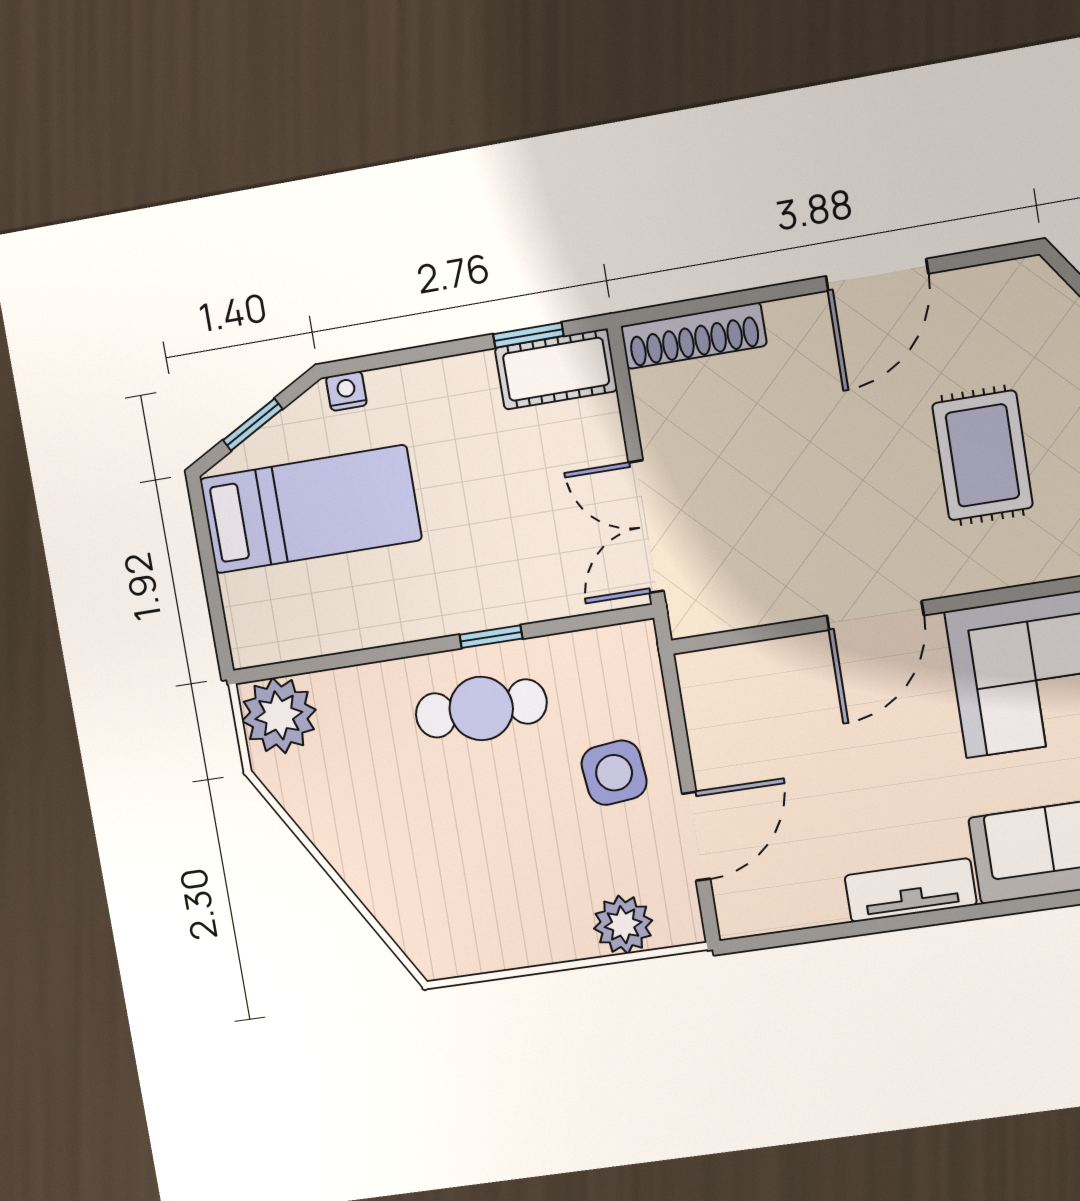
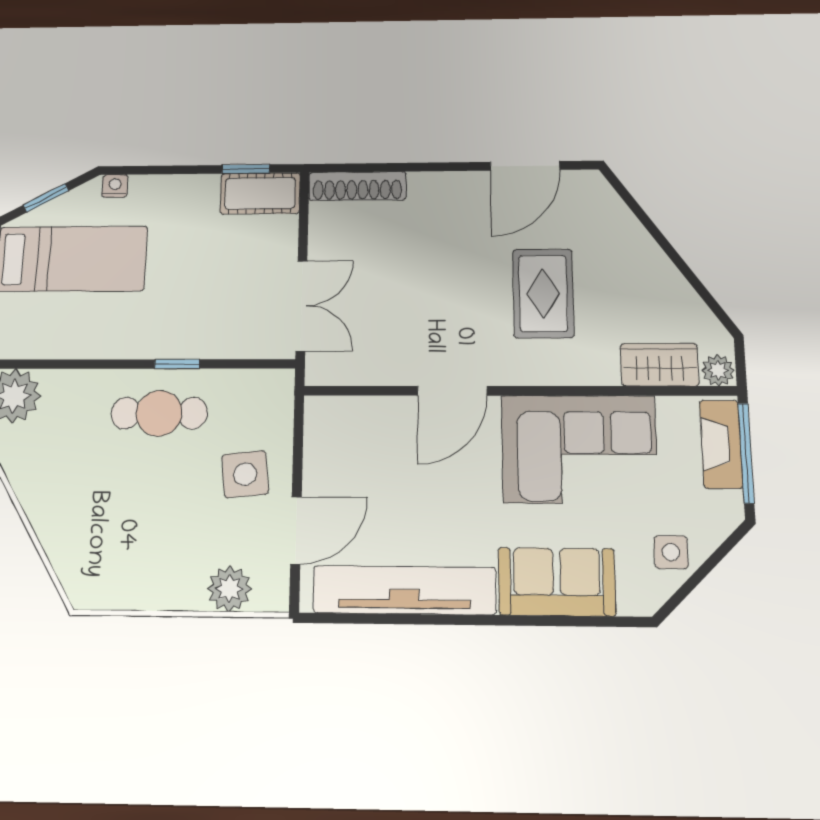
door: (877, 275) -> (525, 166), moved
double door: (646, 527) -> (301, 306), swing flipped
tv unit: (911, 890) -> (404, 590), width x1.92, depth x1.29

